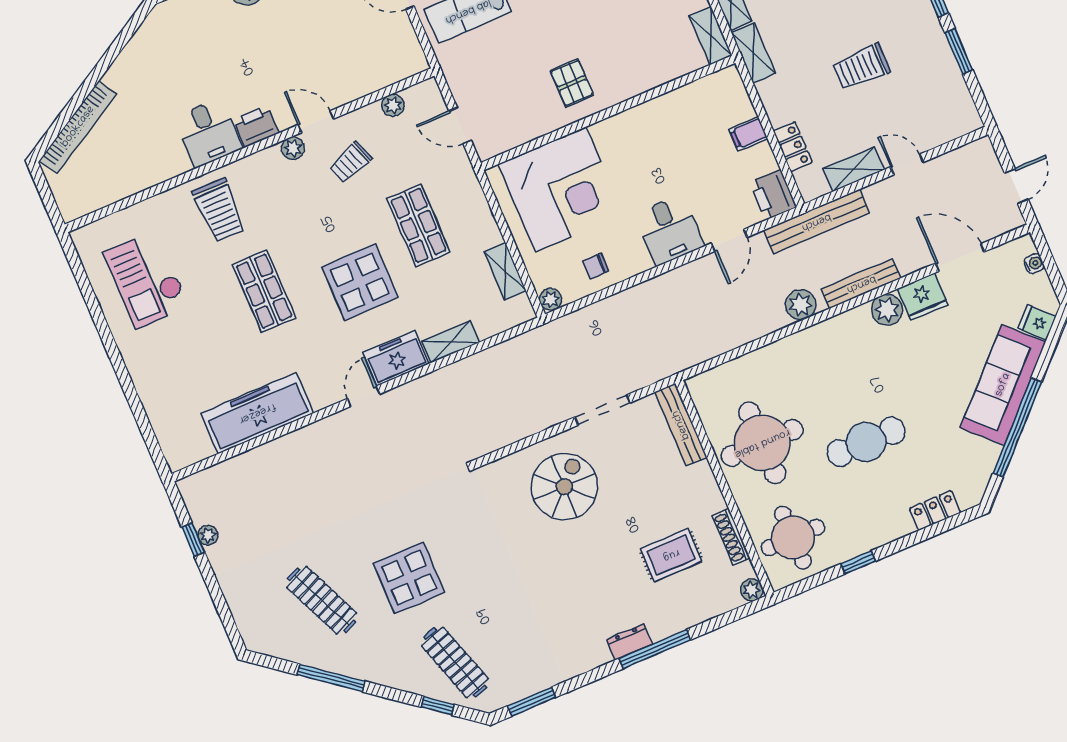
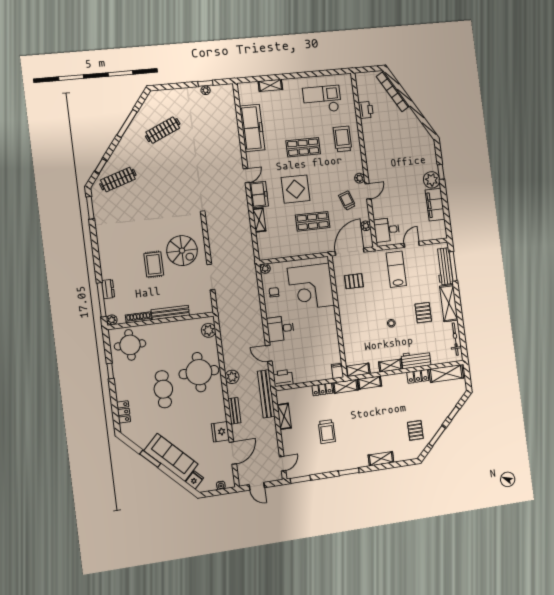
window: (959, 51) -> (300, 479), moved
trolley: (861, 67) -> (327, 432), turned 180
pallet: (572, 83) -> (354, 281), moved
printer: (256, 126) -> (366, 110), moved
door: (460, 126) -> (350, 252), width x1.88
desk: (208, 133) -> (387, 230), moved
filing cabinet: (748, 134) -> (337, 371), moved
locker: (793, 147) -> (322, 389), moved
door: (907, 164) -> (283, 464), moved
trolley: (219, 210) -> (342, 139), turned 90
shelving: (505, 271) -> (270, 85), moved
bench: (861, 284) -> (234, 411), width x0.73
plant: (887, 310) -> (209, 330), moved
door: (363, 396) -> (246, 176), hinge flipped
bench: (681, 425) -> (170, 313), moved
window: (1017, 428) -> (150, 459), width x0.47
round table: (762, 443) -> (199, 372), moved
rug: (671, 555) -> (154, 264), moved
display table: (409, 578) -> (162, 171), removed
dresser: (630, 642) -> (108, 289), moved
window: (655, 649) -> (102, 300), moved

